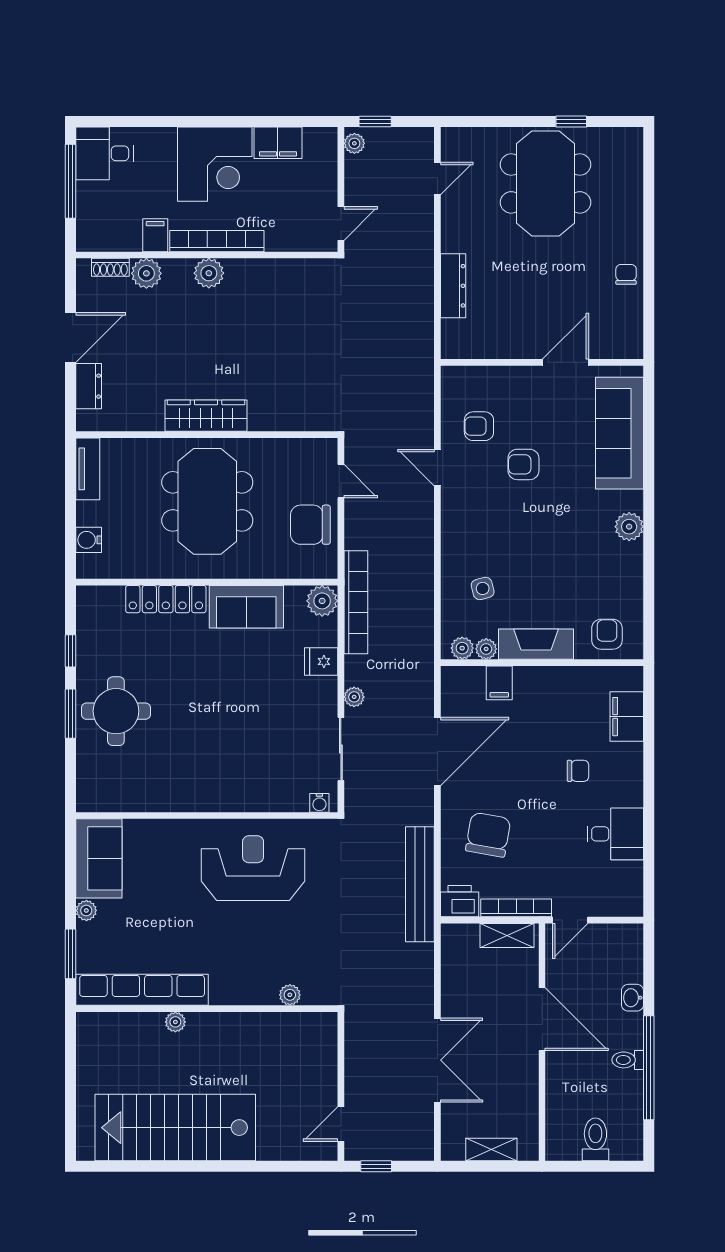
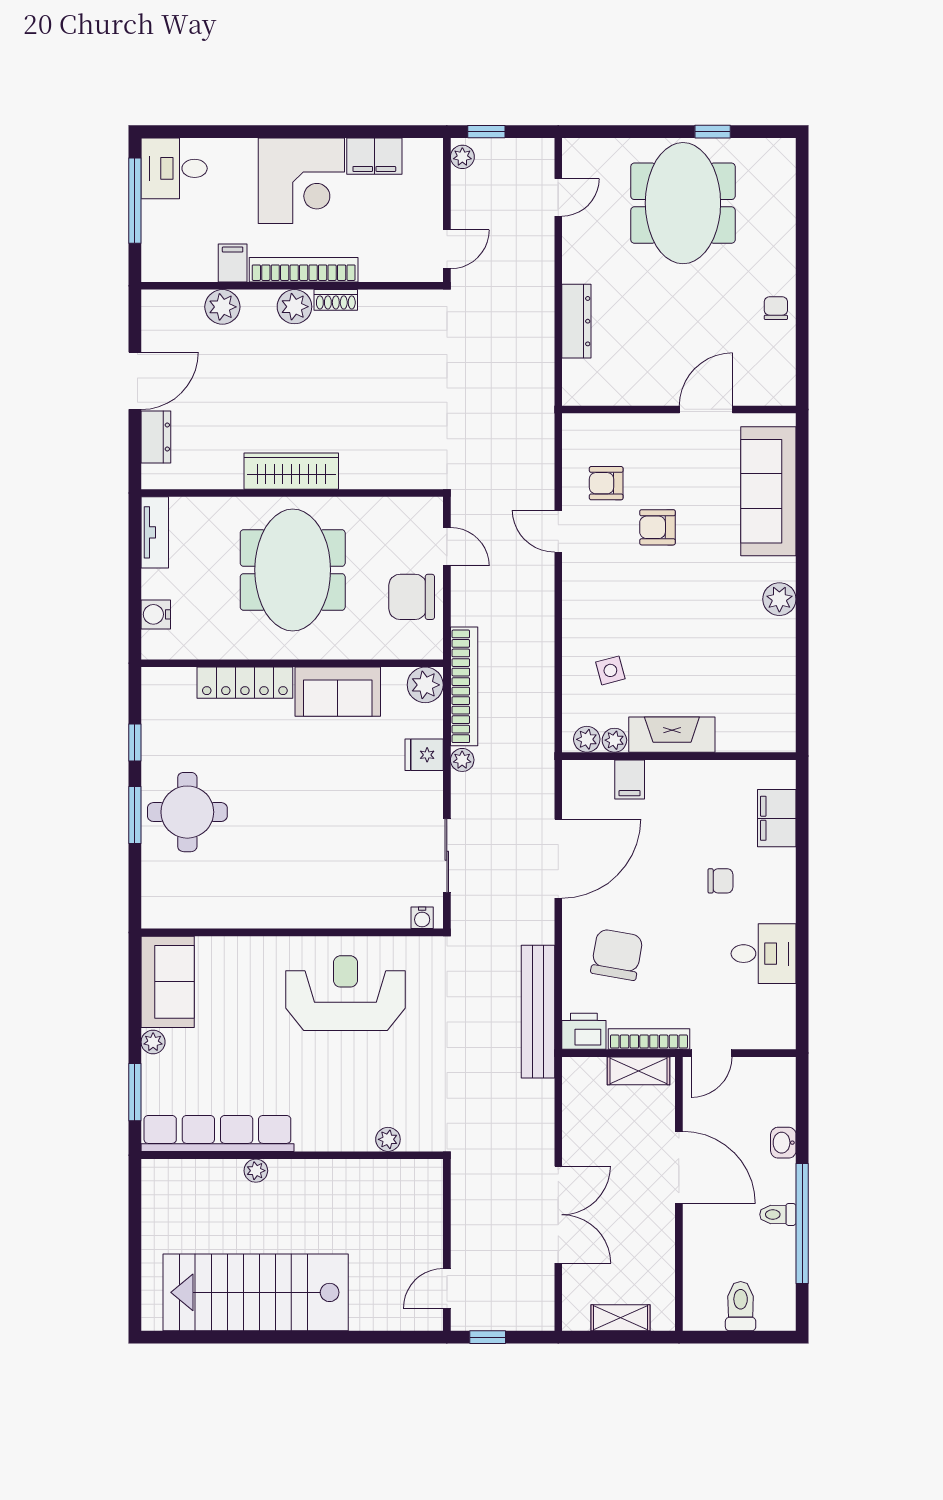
shoe rack: (110, 267) -> (336, 300), moved
armchair: (607, 634) -> (754, 723), removed
plant: (354, 697) -> (462, 760), moved

